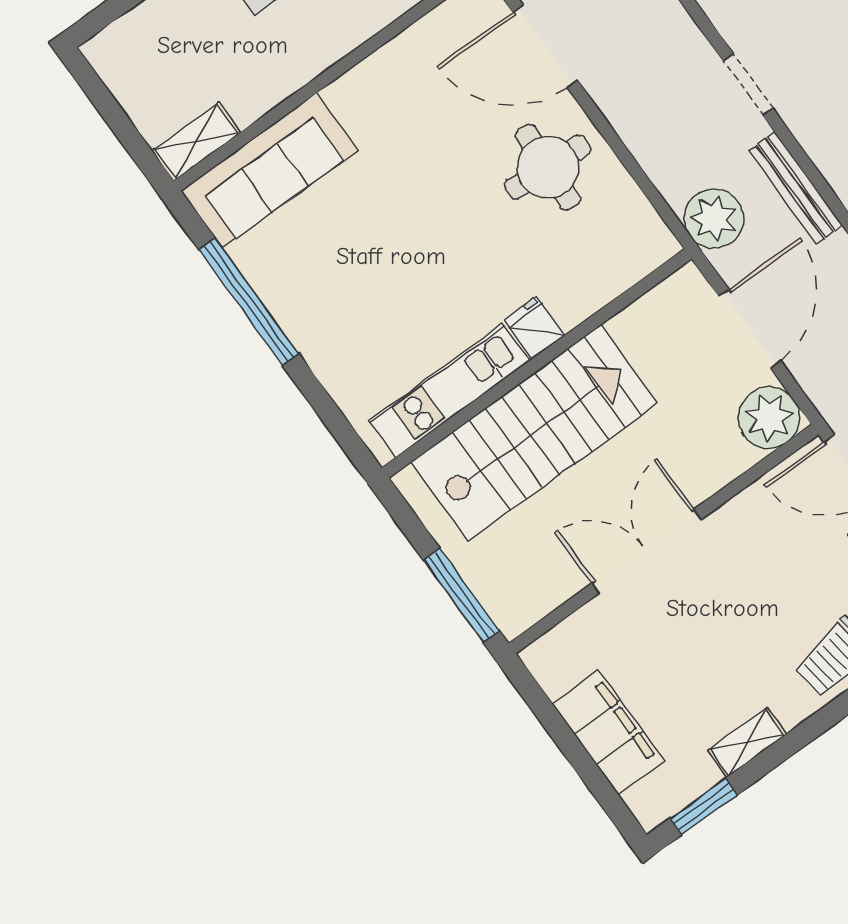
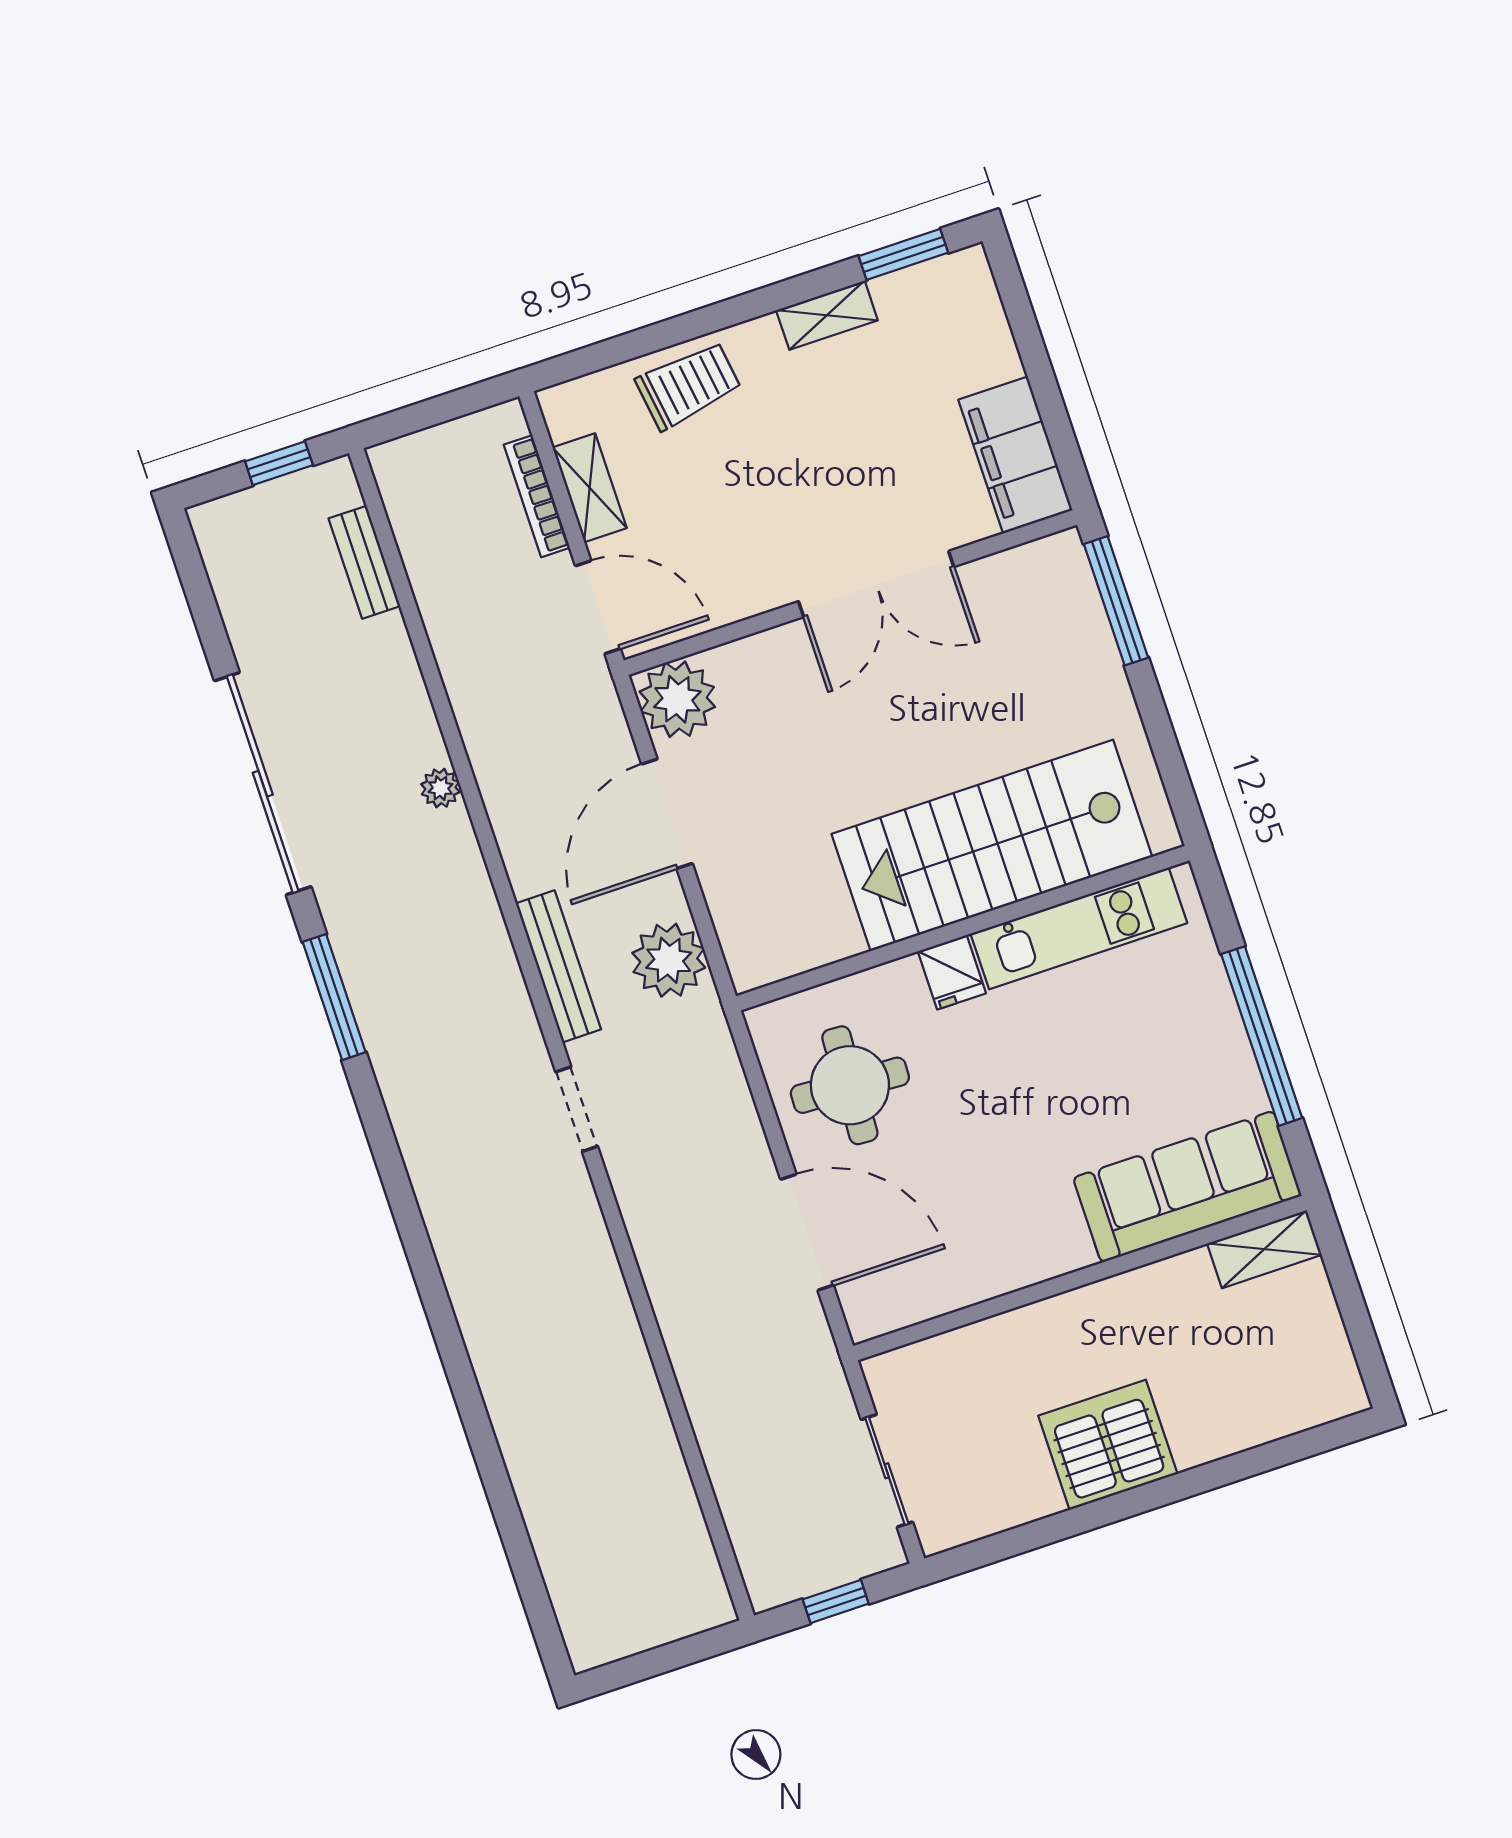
fridge: (534, 328) -> (952, 972), moved
wall: (537, 363) -> (963, 928), moved
kitchen unit: (449, 391) -> (1079, 928), moved
stairs: (534, 433) -> (992, 845), moved
filing cabinet: (608, 732) -> (1015, 455), moved

